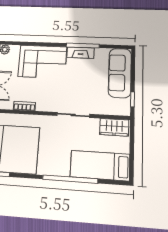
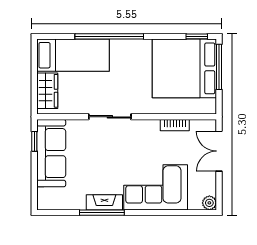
sofa: (120, 73) -> (51, 153), moved
wardrobe: (114, 127) -> (47, 91), moved, turned 90

